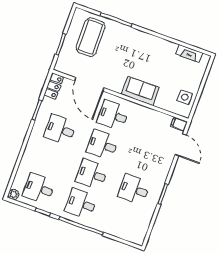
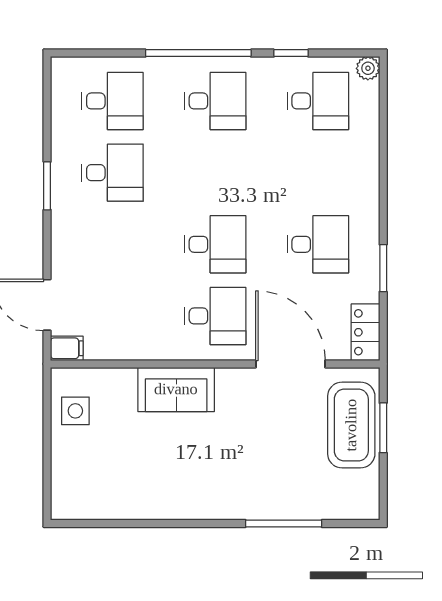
coffee table: (91, 37) -> (351, 425), moved
fireplace: (189, 54) -> (99, 508), removed
desk: (92, 174) -> (112, 101), moved

